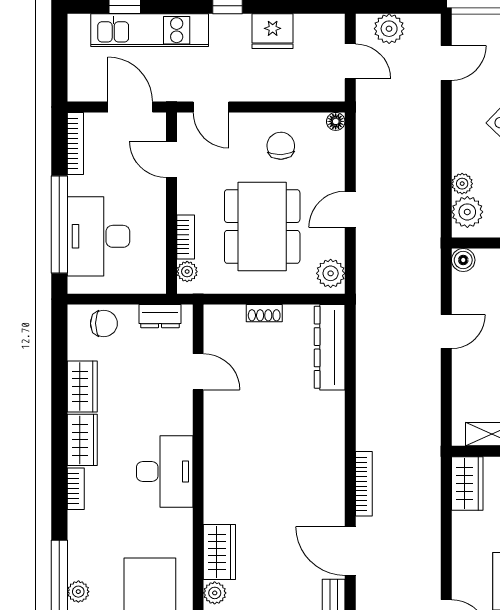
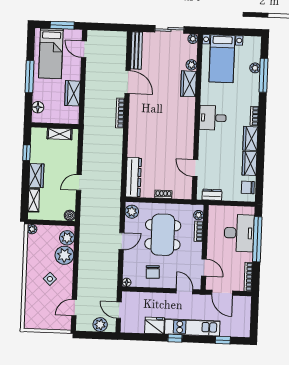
kitchen unit: (150, 30) -> (192, 327), moved
plant: (462, 184) -> (64, 255), width x1.88, depth x1.88
chair: (104, 323) -> (248, 187), moved
desk: (165, 472) -> (213, 118), width x0.73
wardrobe: (467, 483) -> (73, 93), moved

